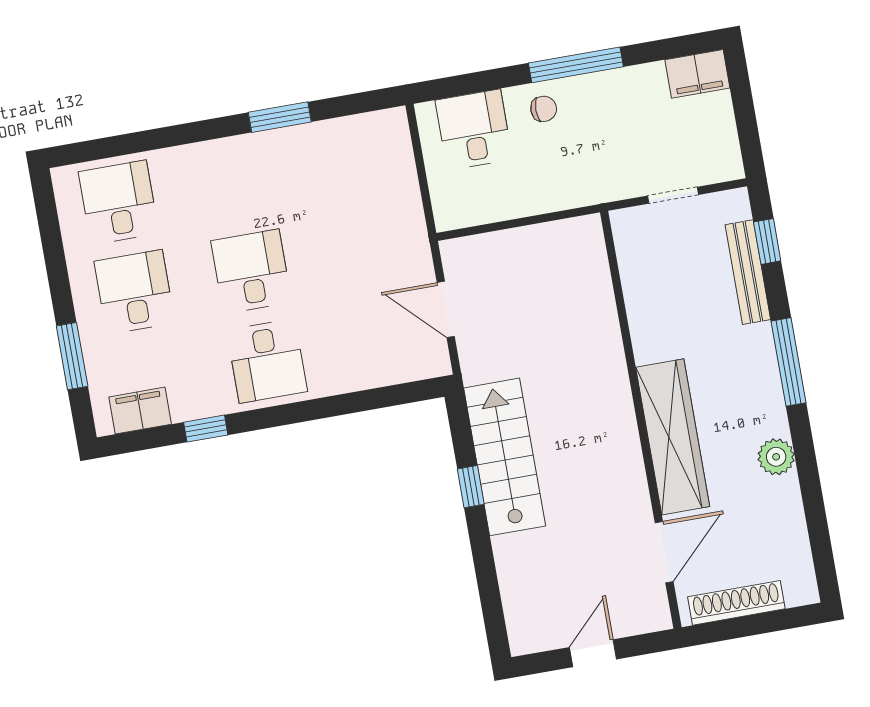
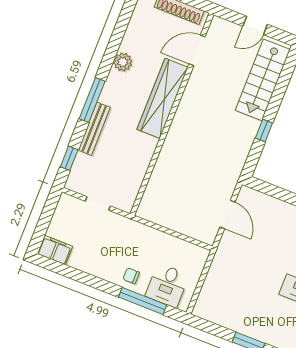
window: (576, 65) -> (143, 301), moved
bench: (748, 272) -> (94, 129), moved
stairs: (505, 457) -> (263, 80), moved

